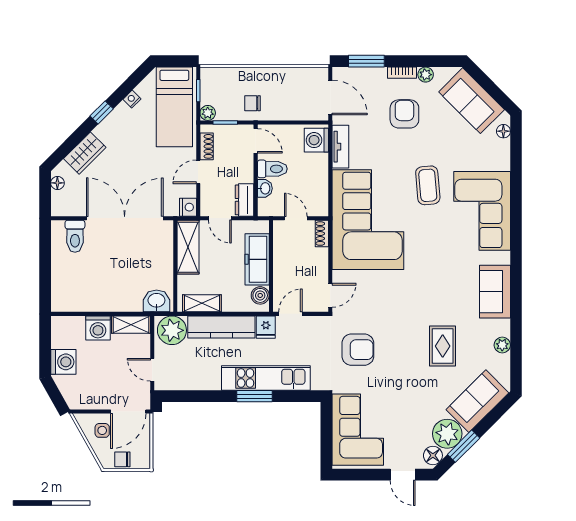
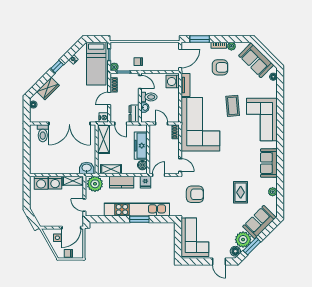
door: (330, 97) -> (180, 59), hinge flipped
armchair: (404, 114) -> (220, 67), turned 90
double door: (125, 218) -> (69, 123), swing flipped
door: (330, 295) -> (180, 165), hinge flipped
kitchen counter: (221, 327) -> (122, 182), width x0.67
washing machine: (63, 362) -> (41, 183), moved, turned 90
kitchen unit: (266, 378) -> (137, 210), width x1.36

